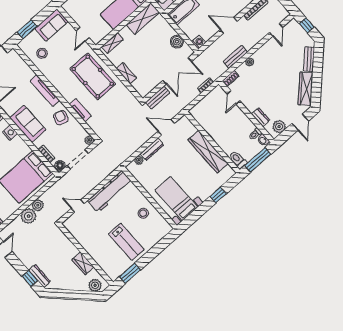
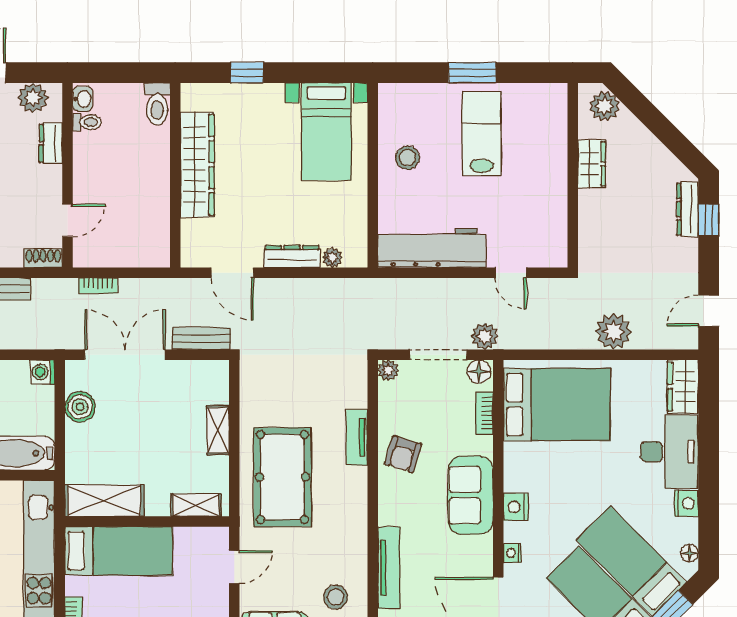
tv unit: (45, 91) -> (389, 568), moved
window: (258, 160) -> (122, 73), removed
plant: (38, 205) -> (485, 336), moved
window: (130, 273) -> (472, 73), moved

